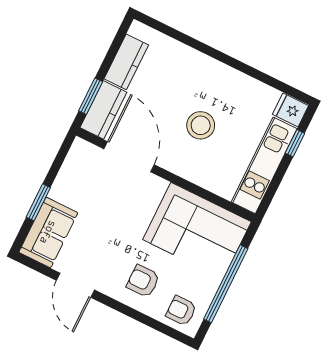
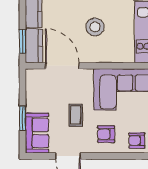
coffee table: (114, 234) -> (76, 115), added

